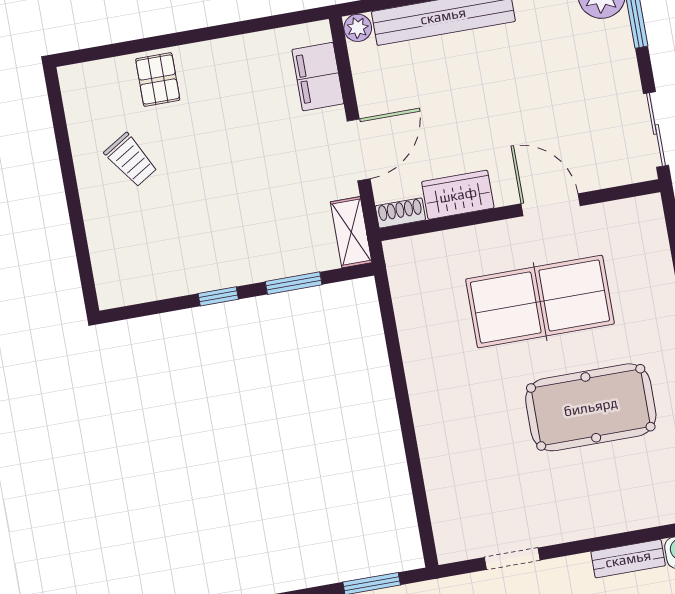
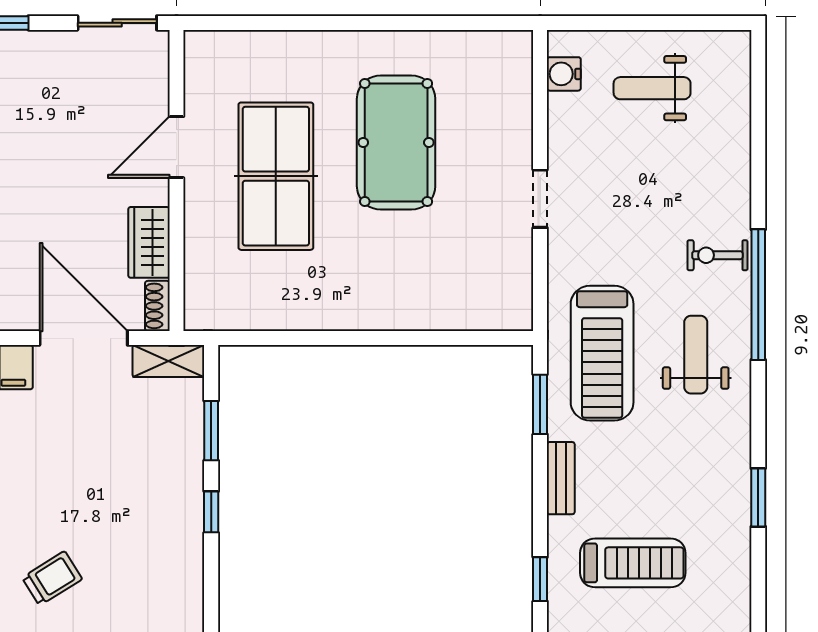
door: (359, 150) -> (84, 338), width x1.36
doorway: (512, 559) -> (540, 199), moved
bench: (628, 559) -> (561, 131), removed

